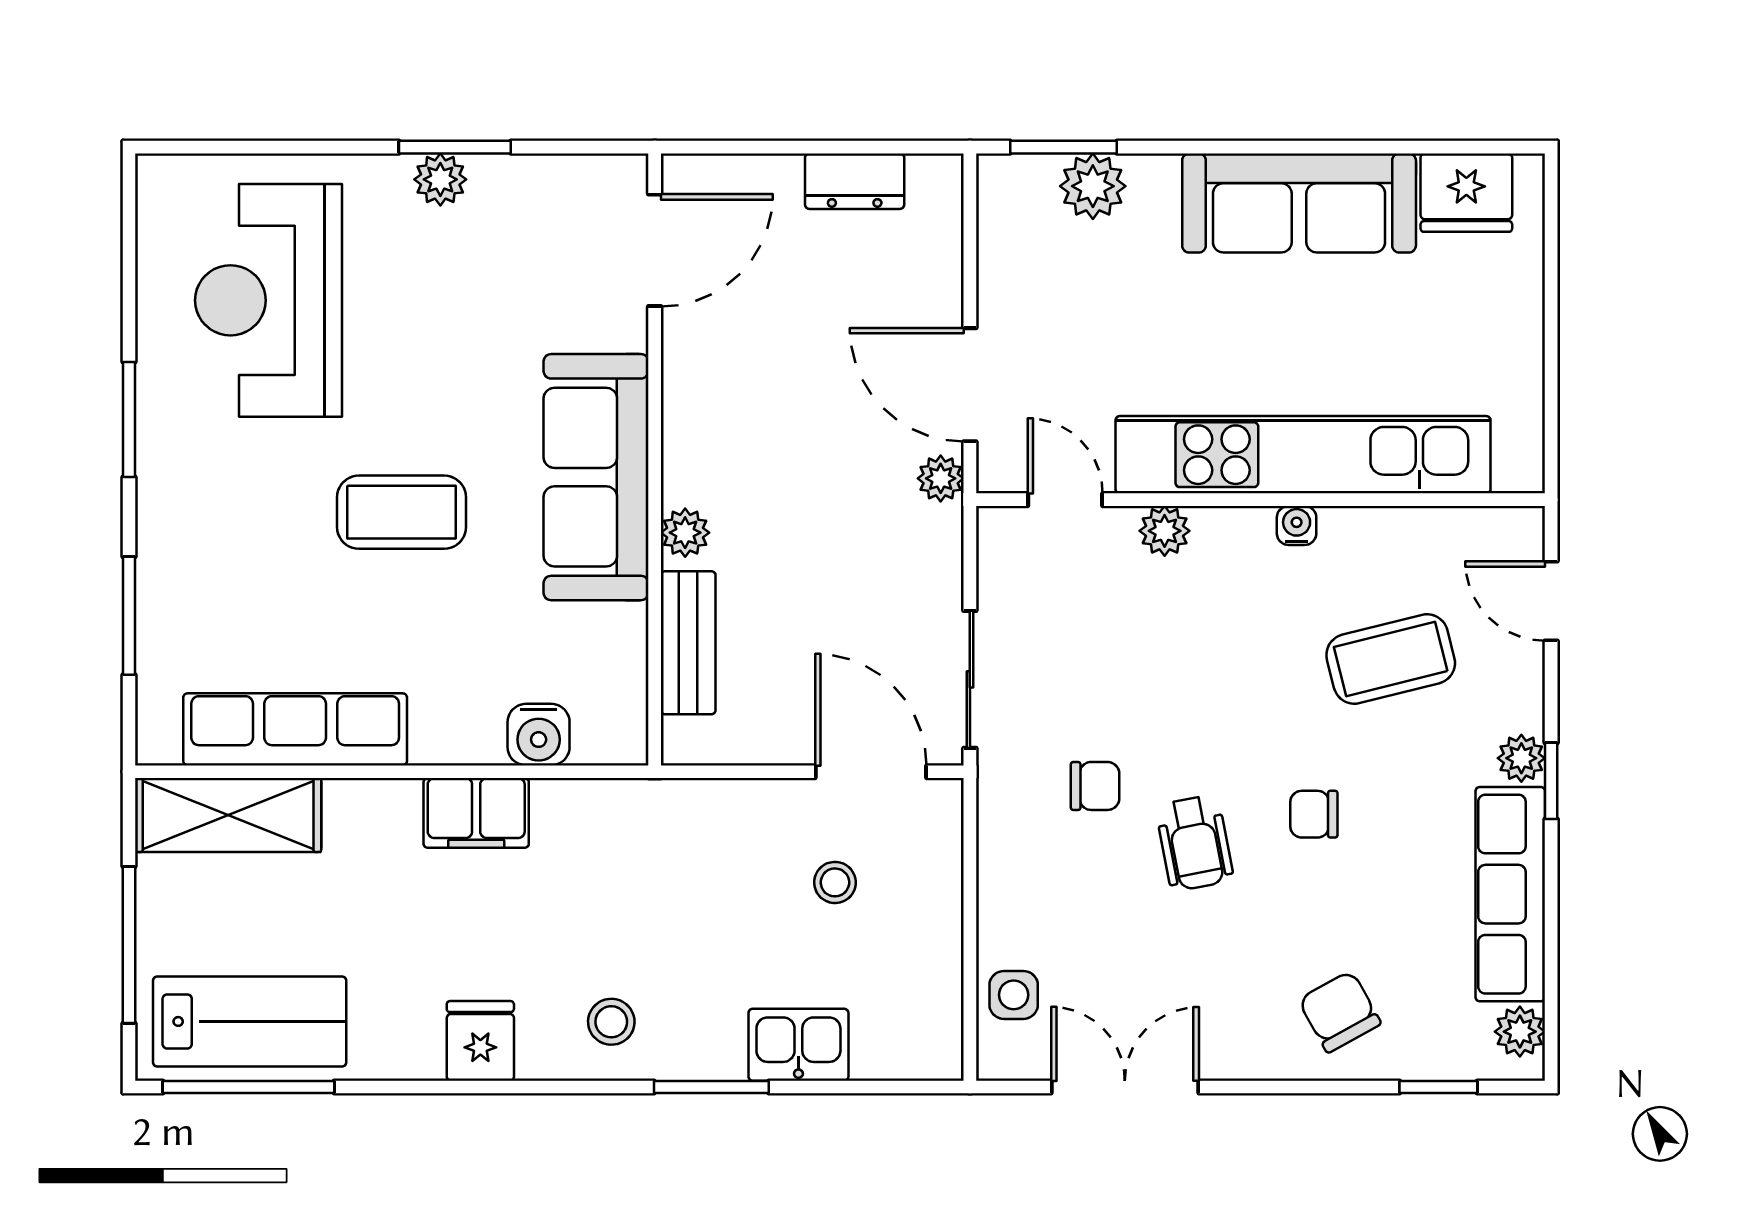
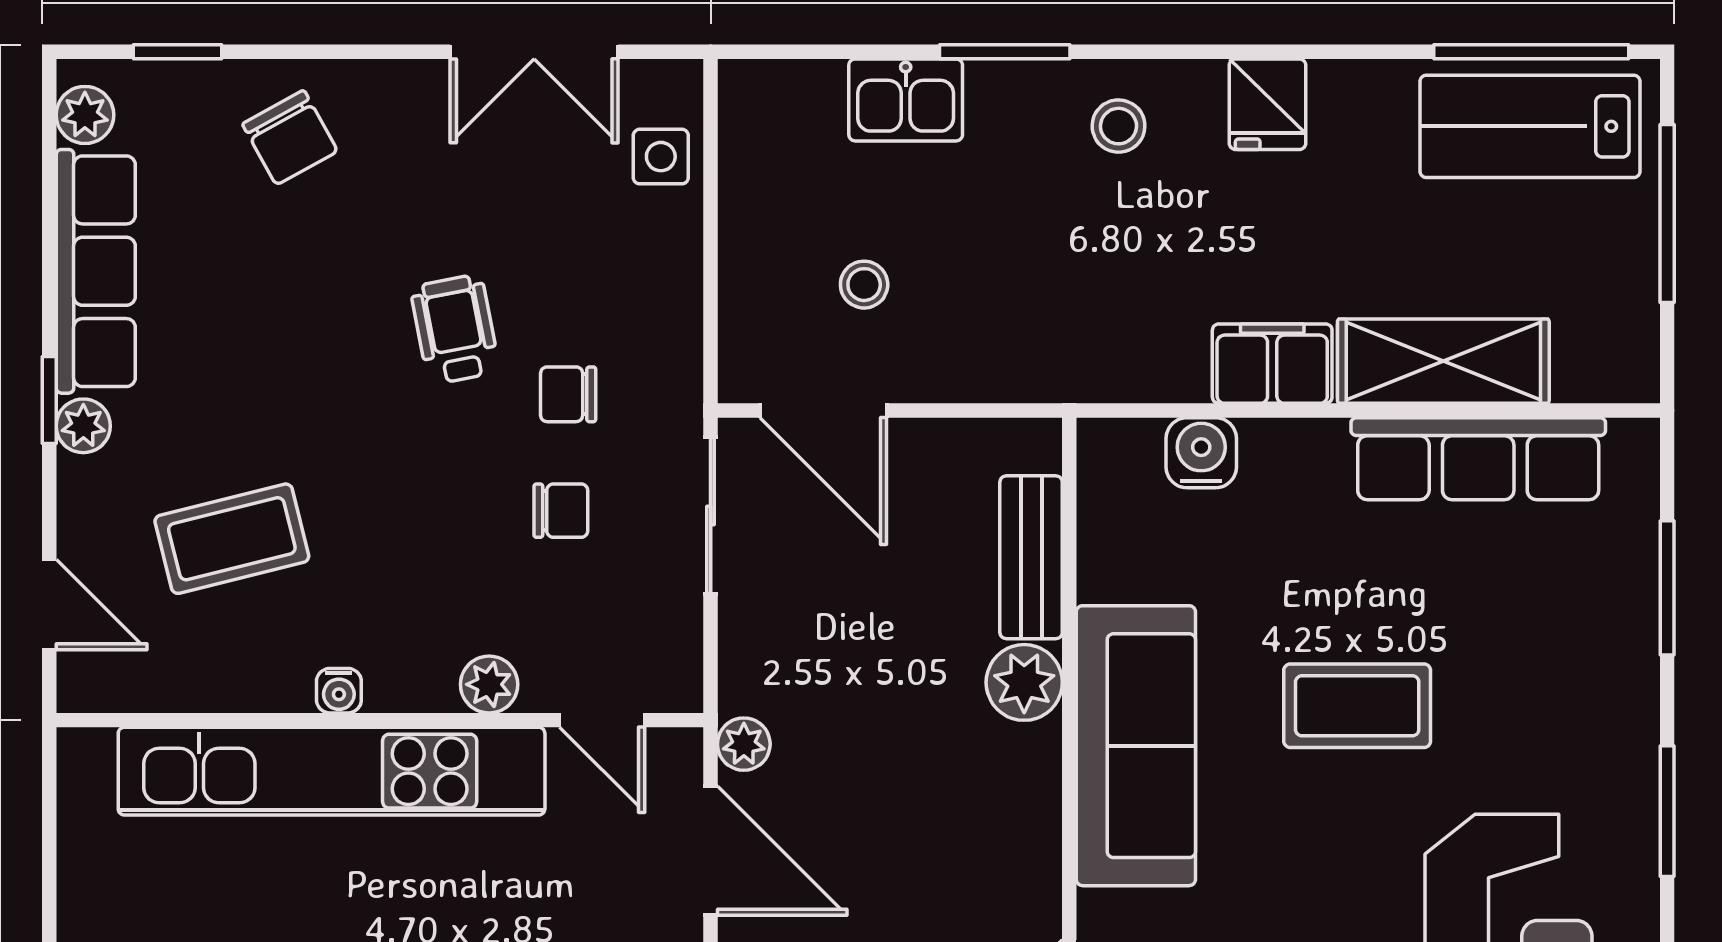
plant: (685, 533) -> (1024, 682), width x1.38, depth x1.38
chair: (1314, 814) -> (561, 511), moved
shelving: (228, 815) -> (1443, 361), moved

